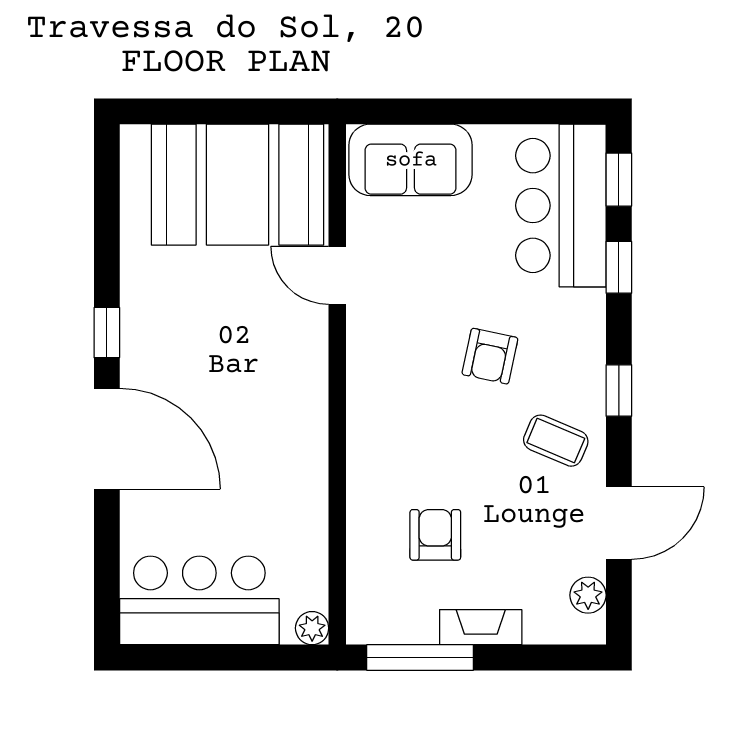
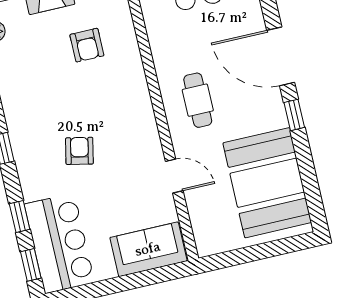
booth: (237, 185) -> (267, 183), moved, turned 90
cafe table: (267, 396) -> (198, 100), added
coffee table: (556, 441) -> (32, 113), removed

